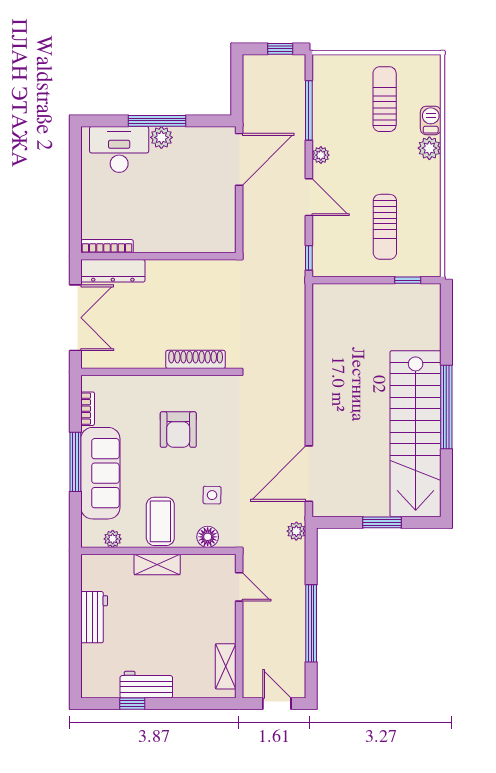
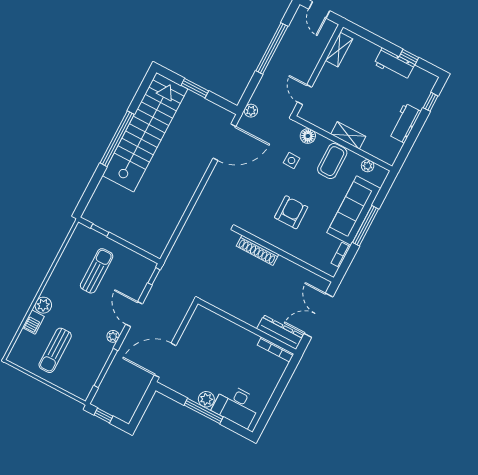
window: (75, 661) -> (431, 102), added

